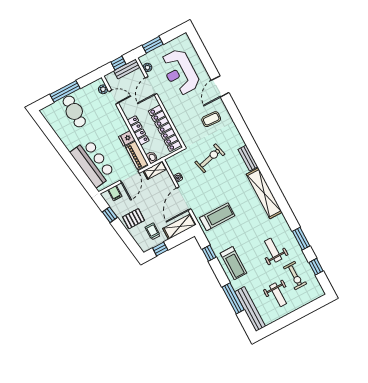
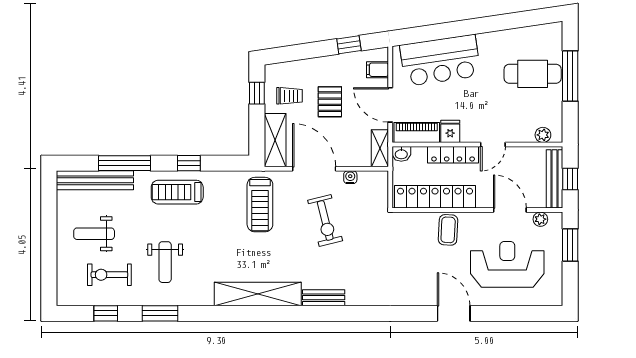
bench: (127, 69) -> (554, 179), width x1.36
door: (114, 97) -> (493, 144), moved
coffee table: (211, 119) -> (448, 230), moved
exercise bike: (210, 158) -> (325, 220), moved
pallet: (134, 219) -> (330, 102), moved
weight bench: (273, 250) -> (165, 262), turned 90
window: (209, 253) -> (189, 163), moved

